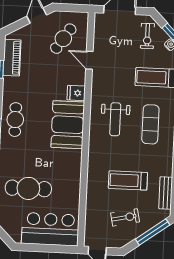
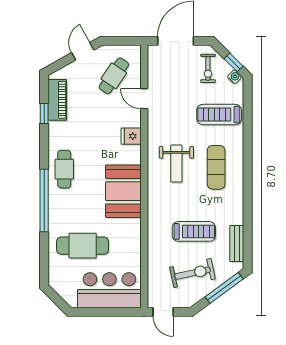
booth: (68, 125) -> (123, 191), moved
treadmill: (128, 180) -> (194, 231), turned 180
exercise bike: (125, 217) -> (192, 273), width x1.38, depth x1.39

